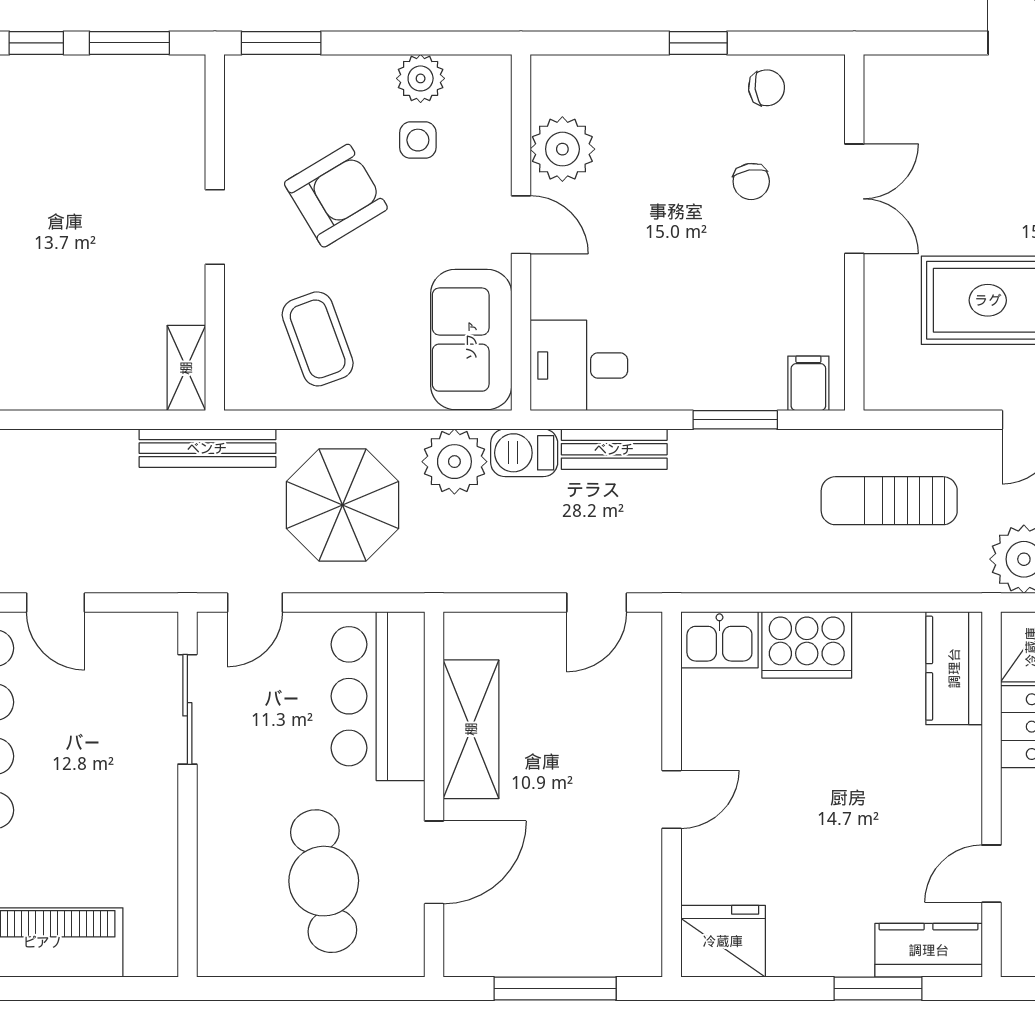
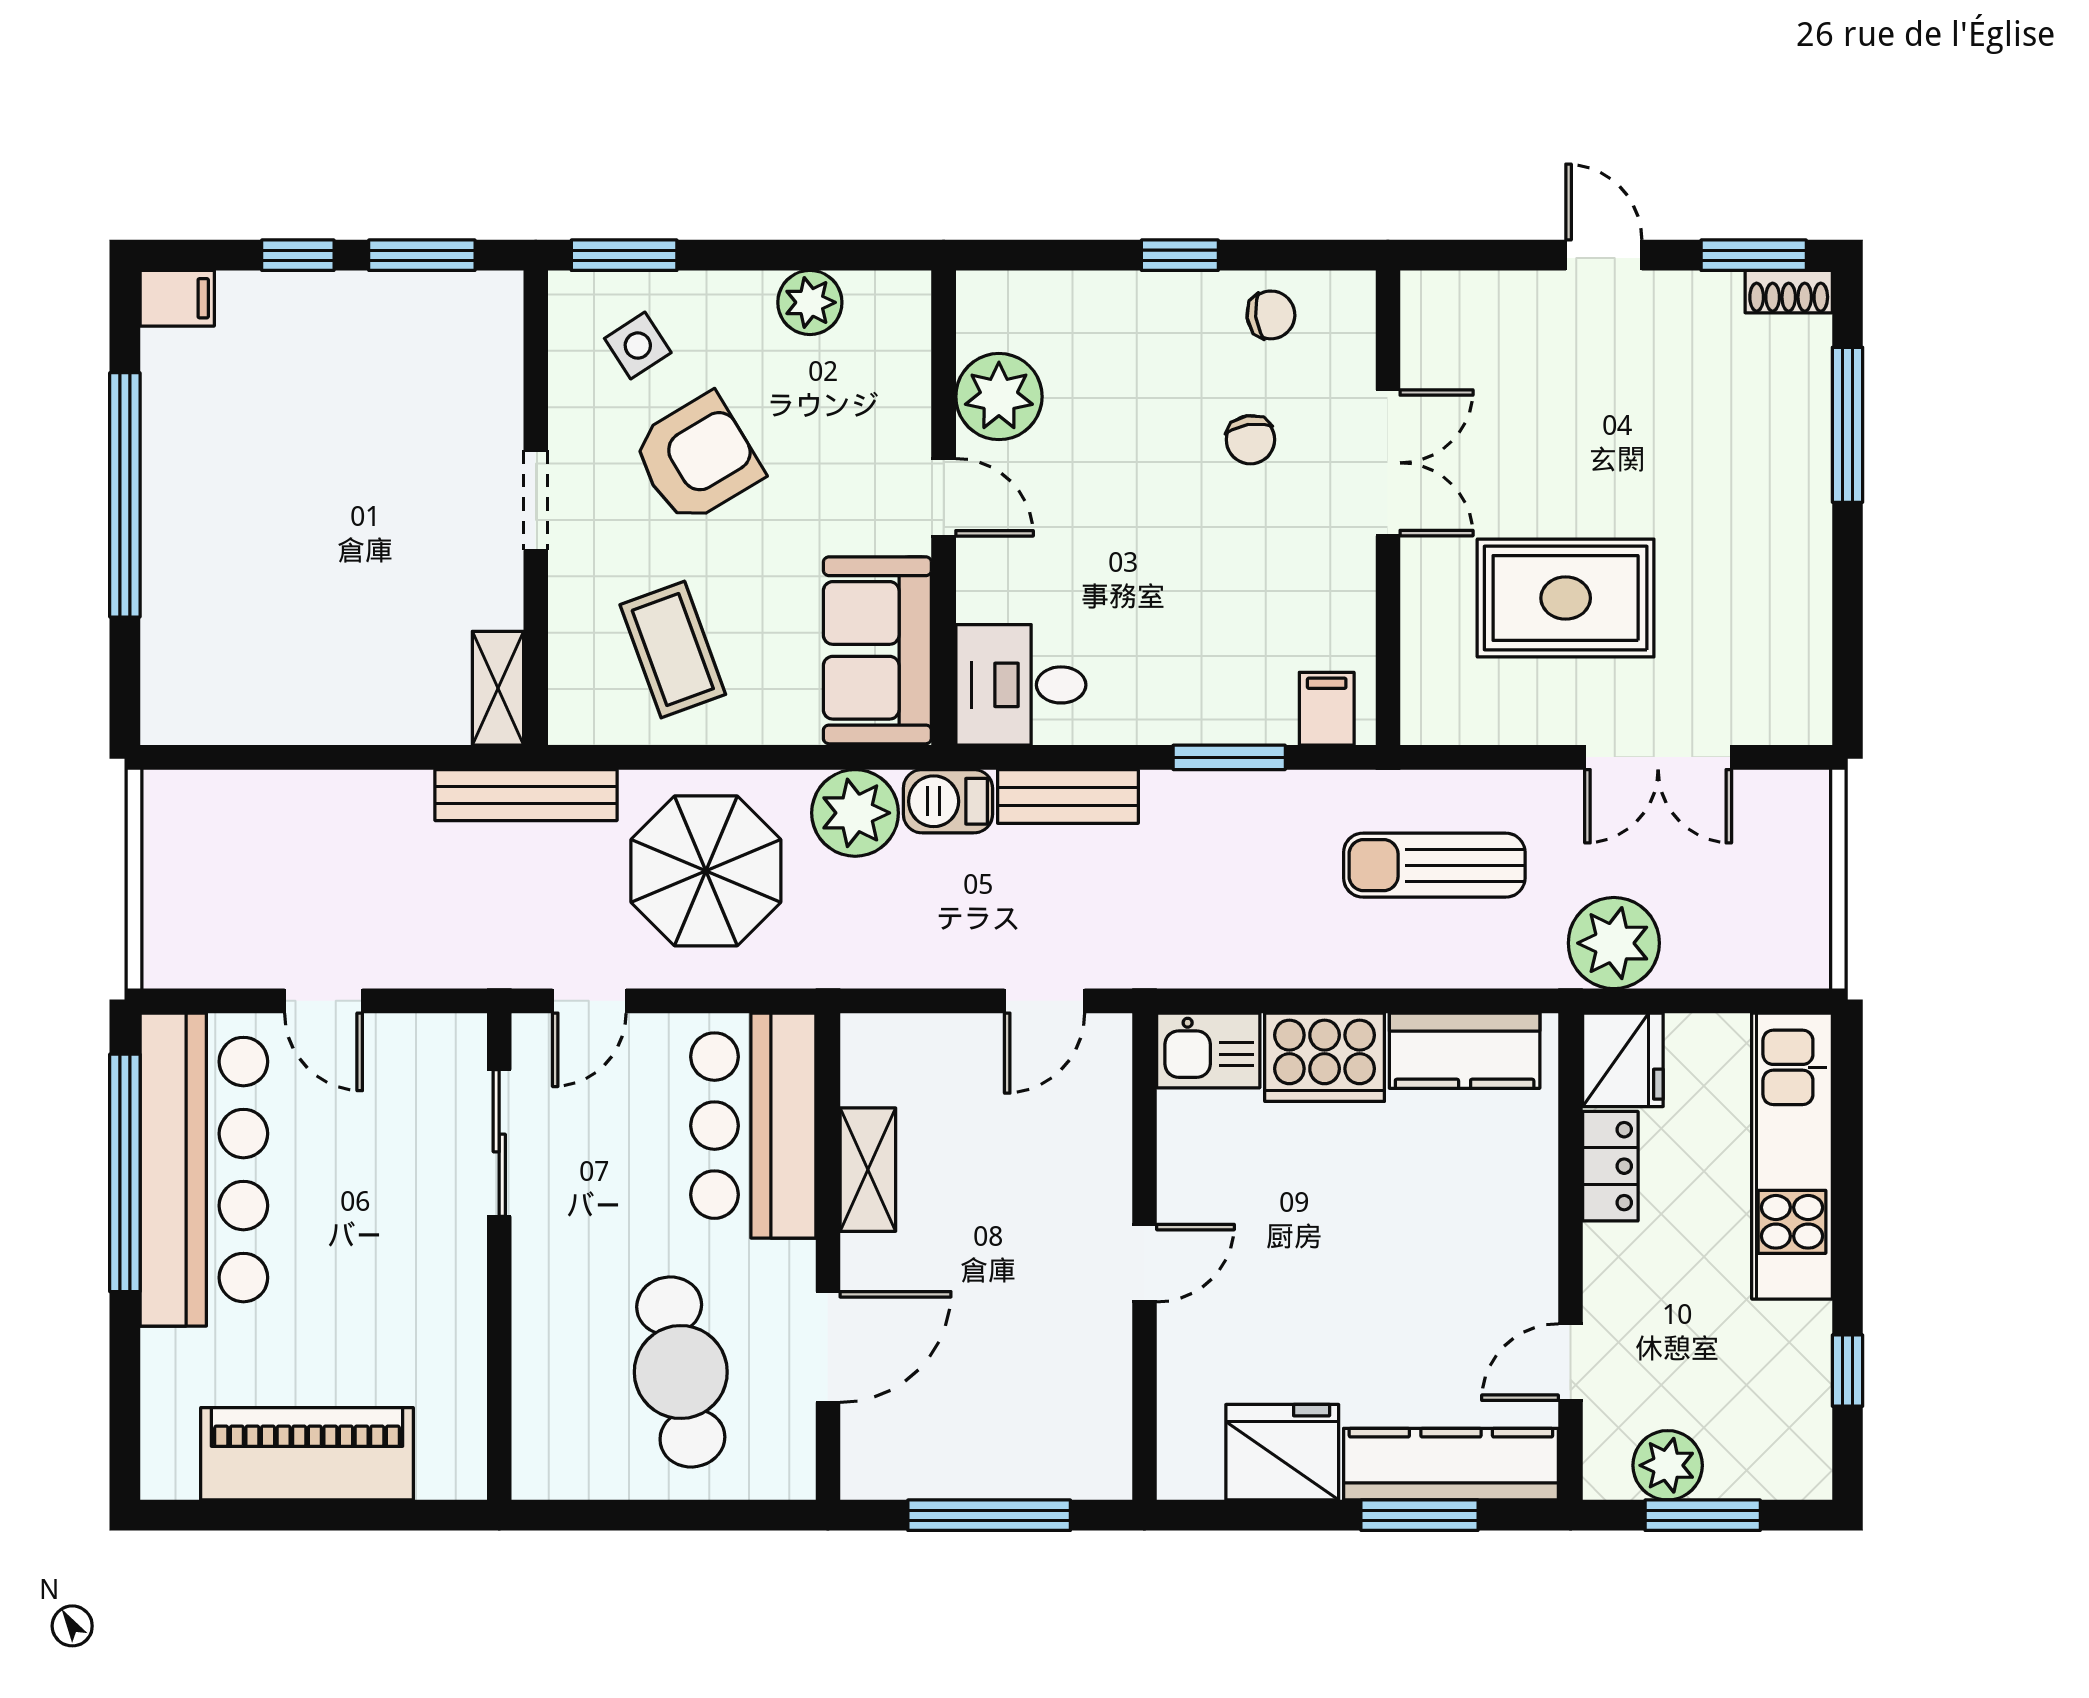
side table: (418, 140) -> (638, 346), moved, turned -33
kitchen counter: (954, 668) -> (1465, 1051), moved, turned -90
shelving: (471, 729) -> (868, 1170), width x0.67, depth x0.75
fridge: (723, 941) -> (1282, 1452), moved
kitchen counter: (929, 950) -> (1451, 1464), width x1.50

